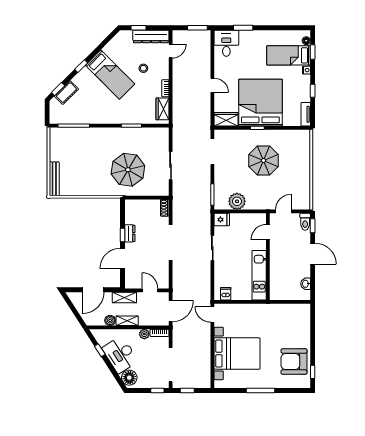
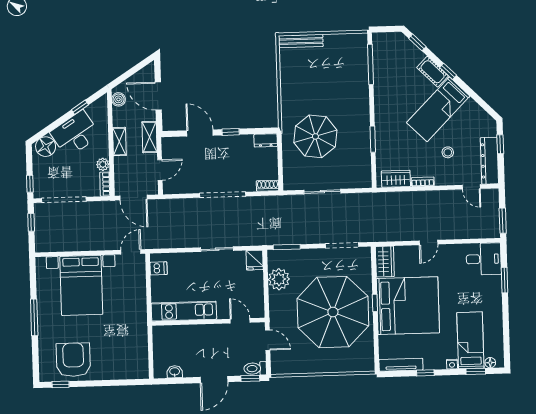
cot: (66, 93) -> (433, 72), moved
tv unit: (306, 114) -> (401, 365), width x1.41
parasol: (264, 161) -> (333, 312), width x1.86, depth x1.86
dresser: (130, 233) -> (266, 140), moved
boiler: (110, 320) -> (118, 99), moved

